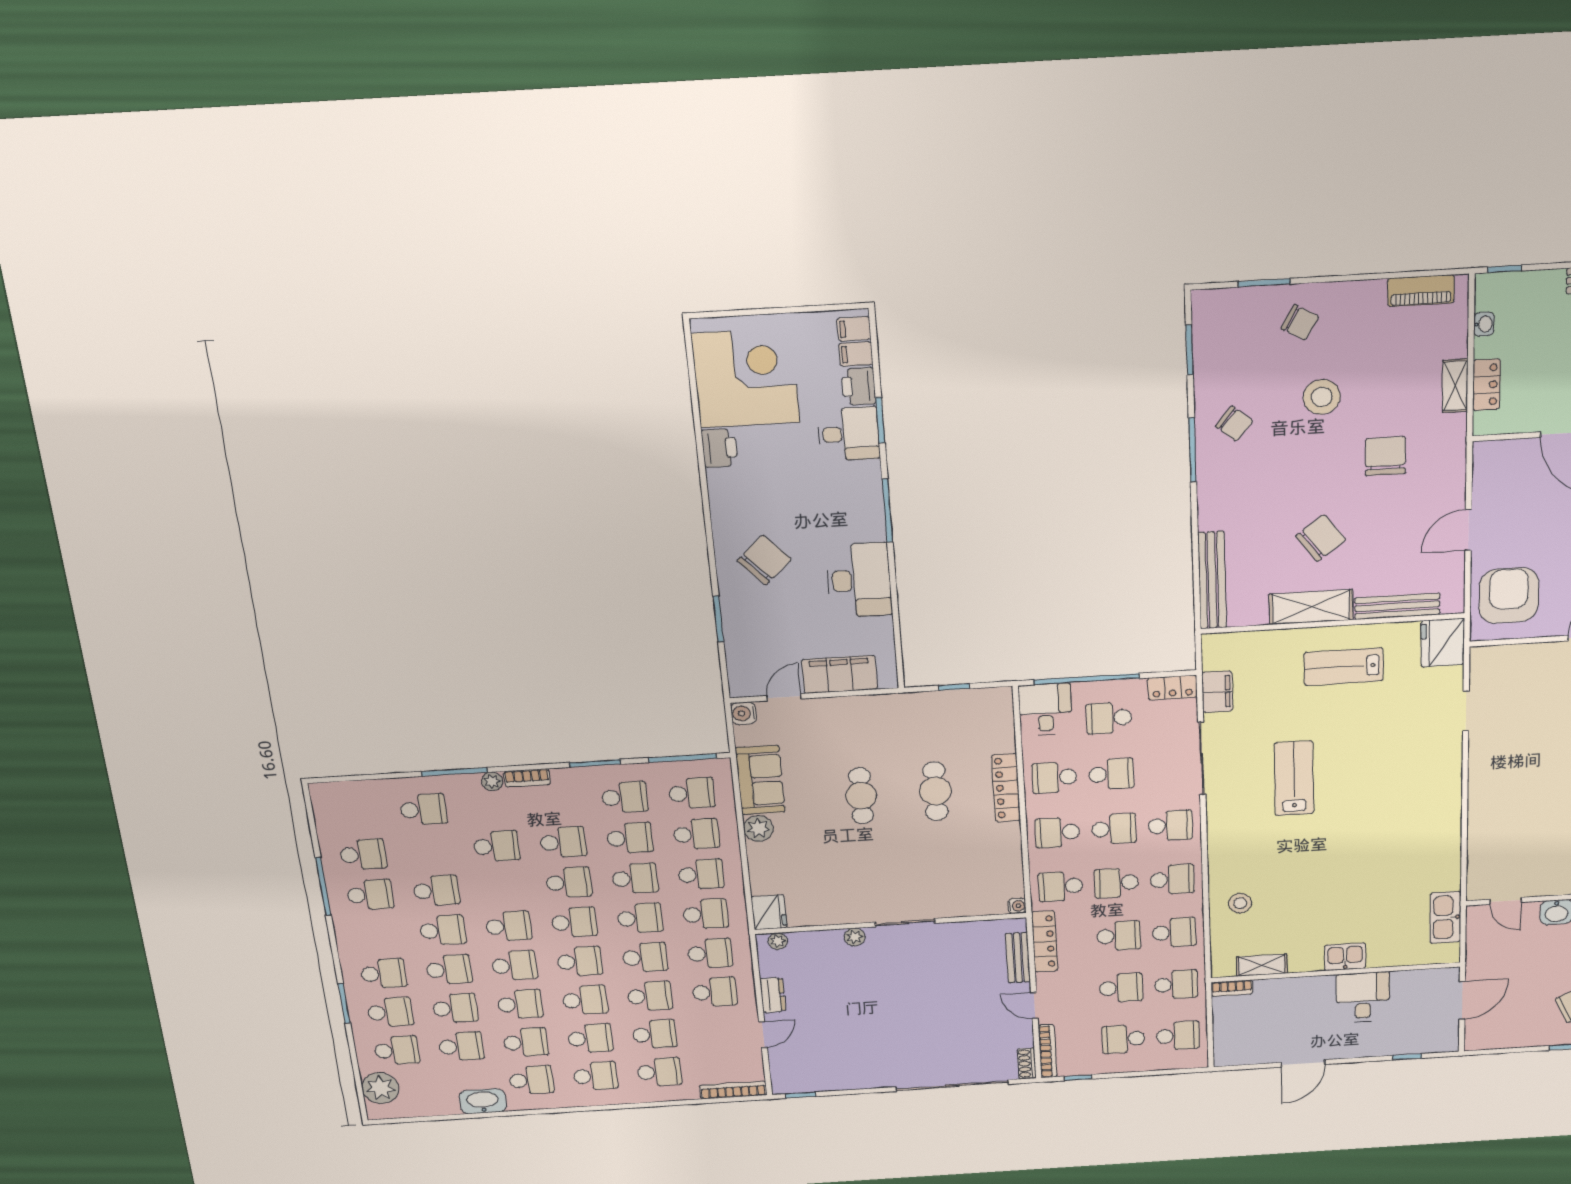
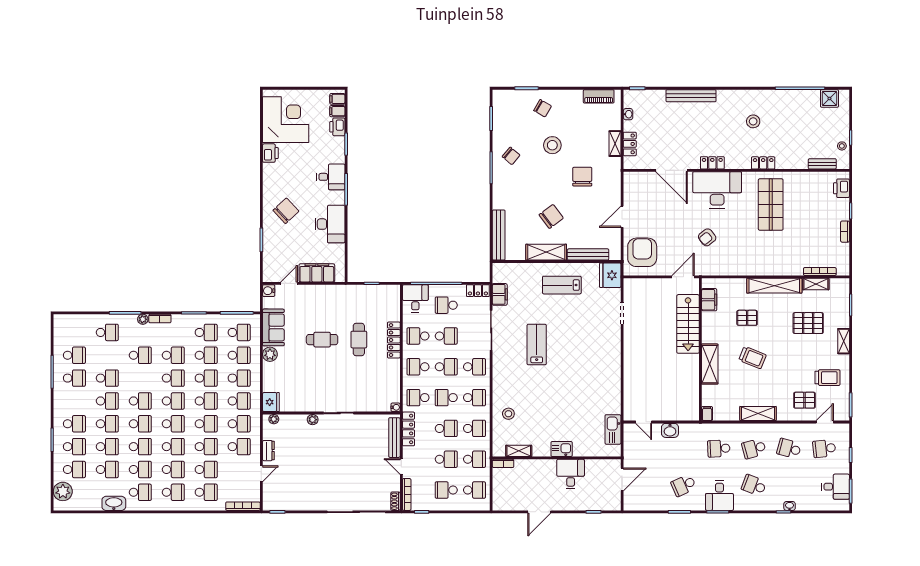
desk: (848, 434) -> (331, 177), moved
cafe table: (861, 796) -> (322, 340), turned 90
bench: (1018, 958) -> (394, 438), width x1.36

